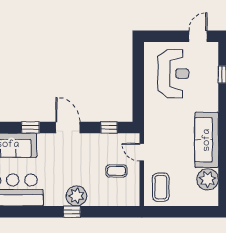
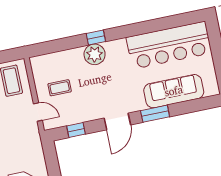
window: (30, 127) -> (155, 114), width x1.50
door: (68, 127) -> (117, 121), hinge flipped

